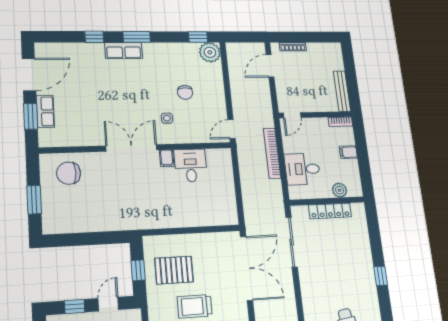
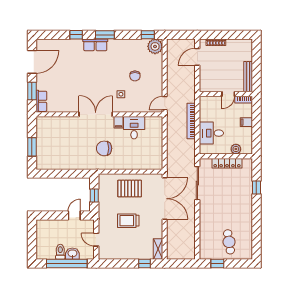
row of seats: (45, 111) -> (41, 101), moved
door: (292, 115) -> (228, 94), moved
chair: (69, 173) -> (104, 148), moved
pallet: (174, 270) -> (130, 189), moved
window: (381, 276) -> (256, 188), moved
window: (75, 306) -> (54, 215), removed

